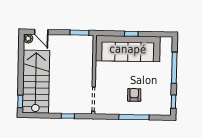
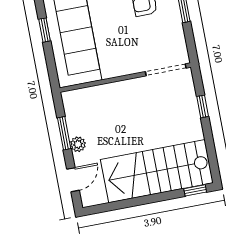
window: (79, 33) -> (64, 133), moved
plant: (28, 38) -> (78, 144), moved

